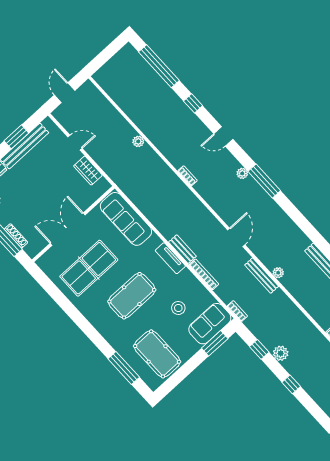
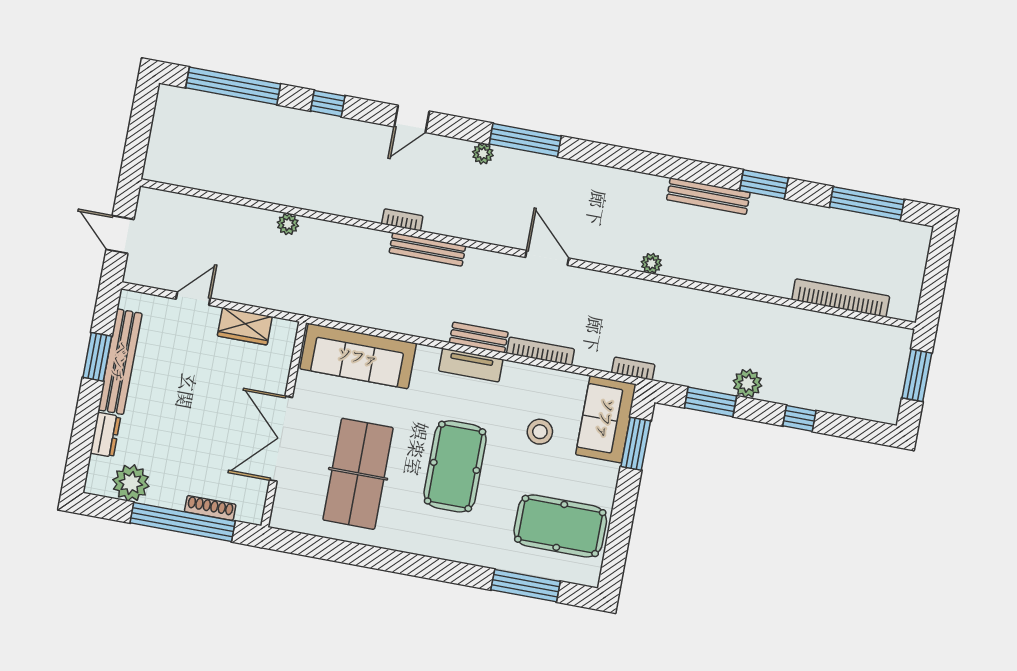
bench: (262, 276) -> (427, 249), moved
window: (259, 349) -> (711, 402), width x1.50

